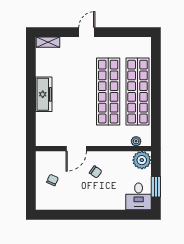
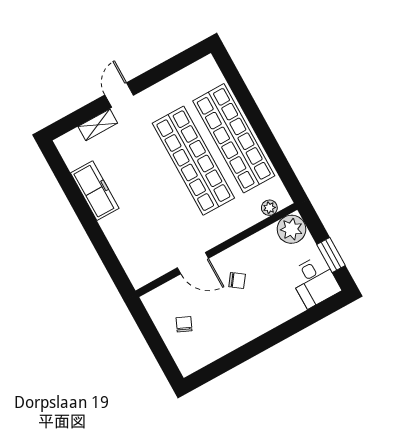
shelving: (48, 42) -> (98, 125), moved
freezer: (44, 94) -> (95, 191), moved
door: (76, 149) -> (193, 263), hinge flipped

